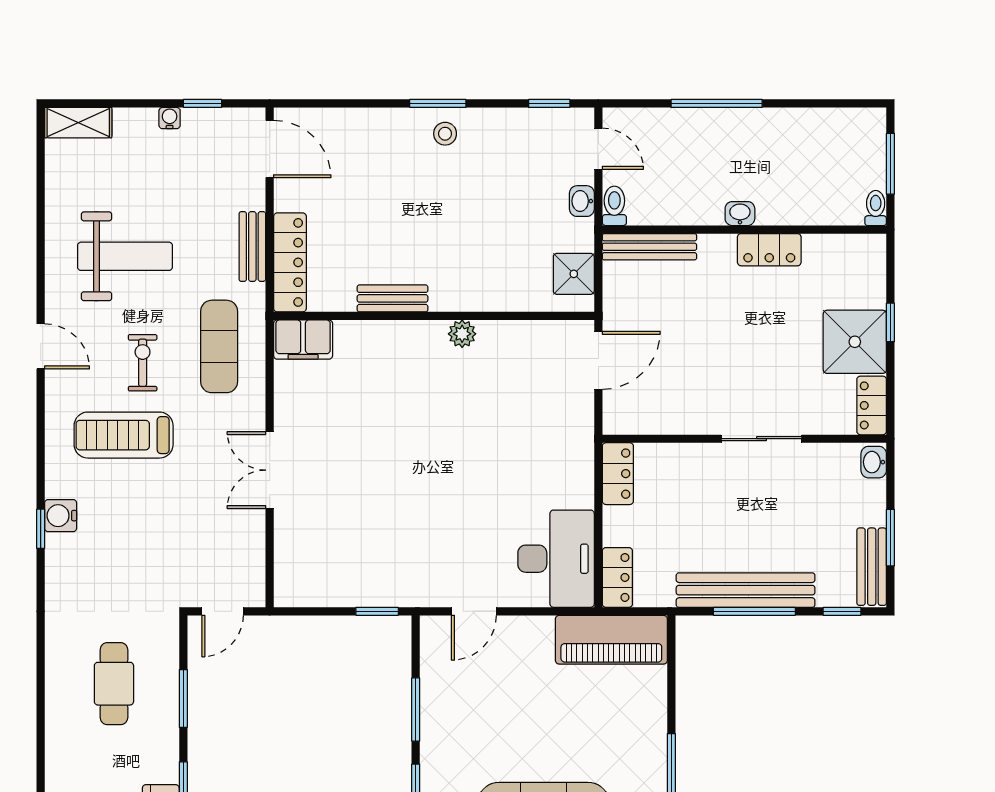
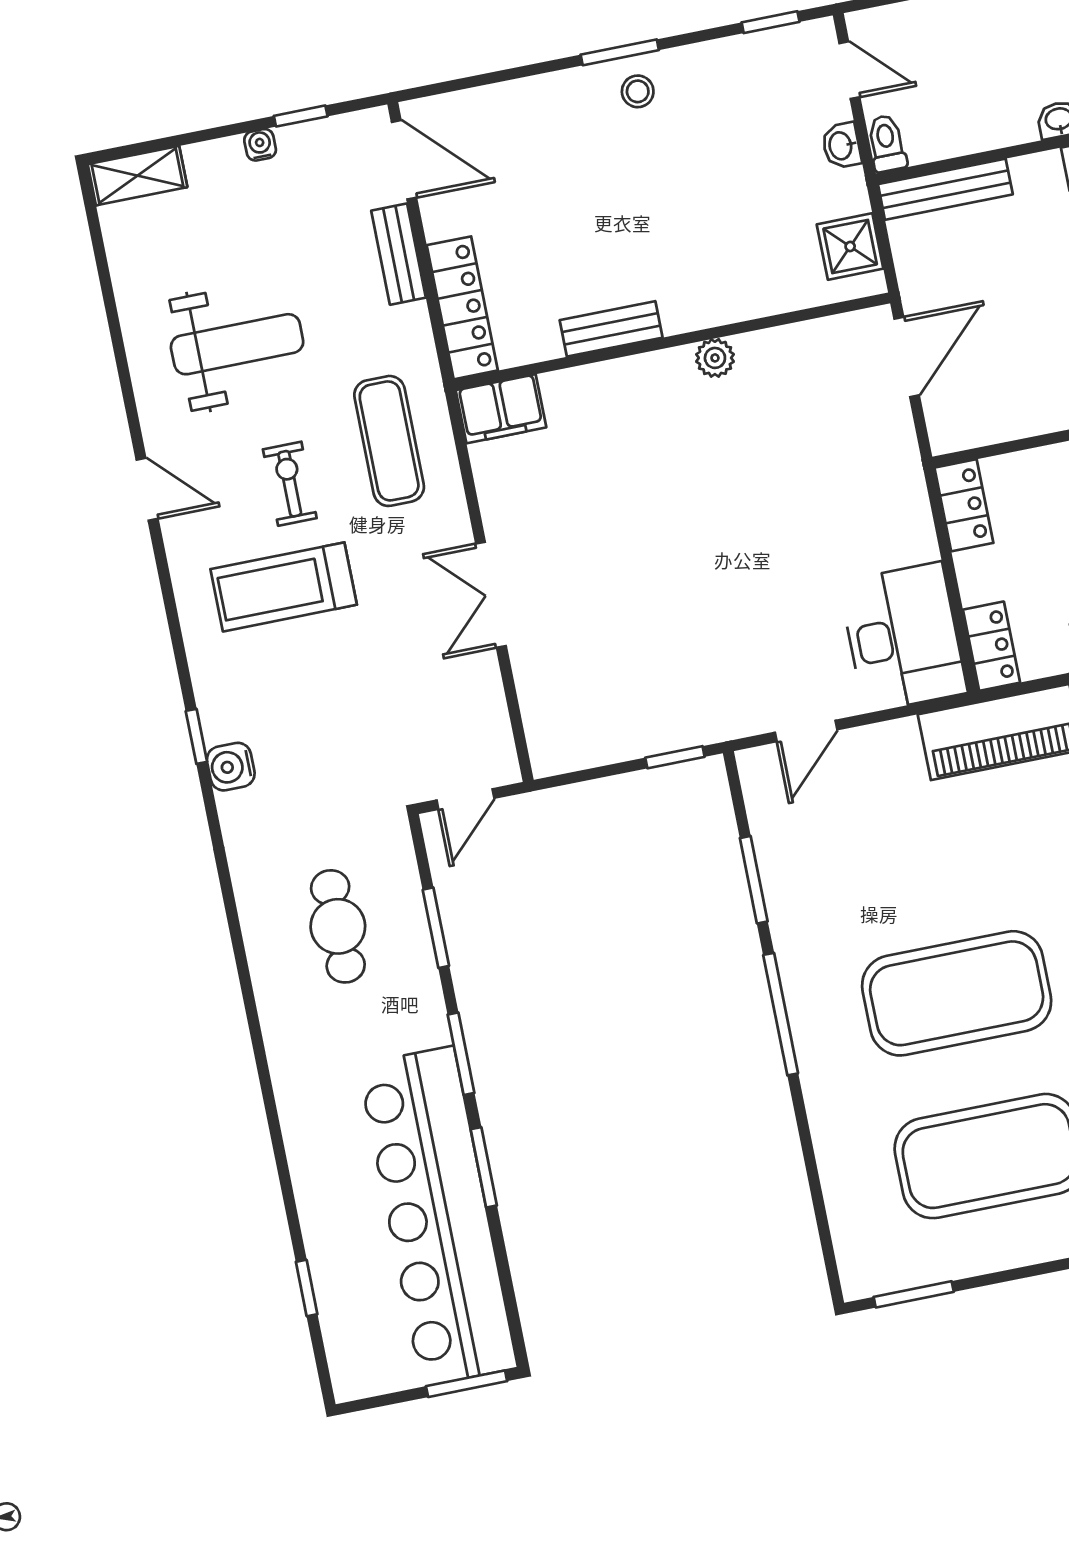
bench: (252, 246) -> (399, 254), moved
water cooler: (61, 516) -> (231, 767), moved

